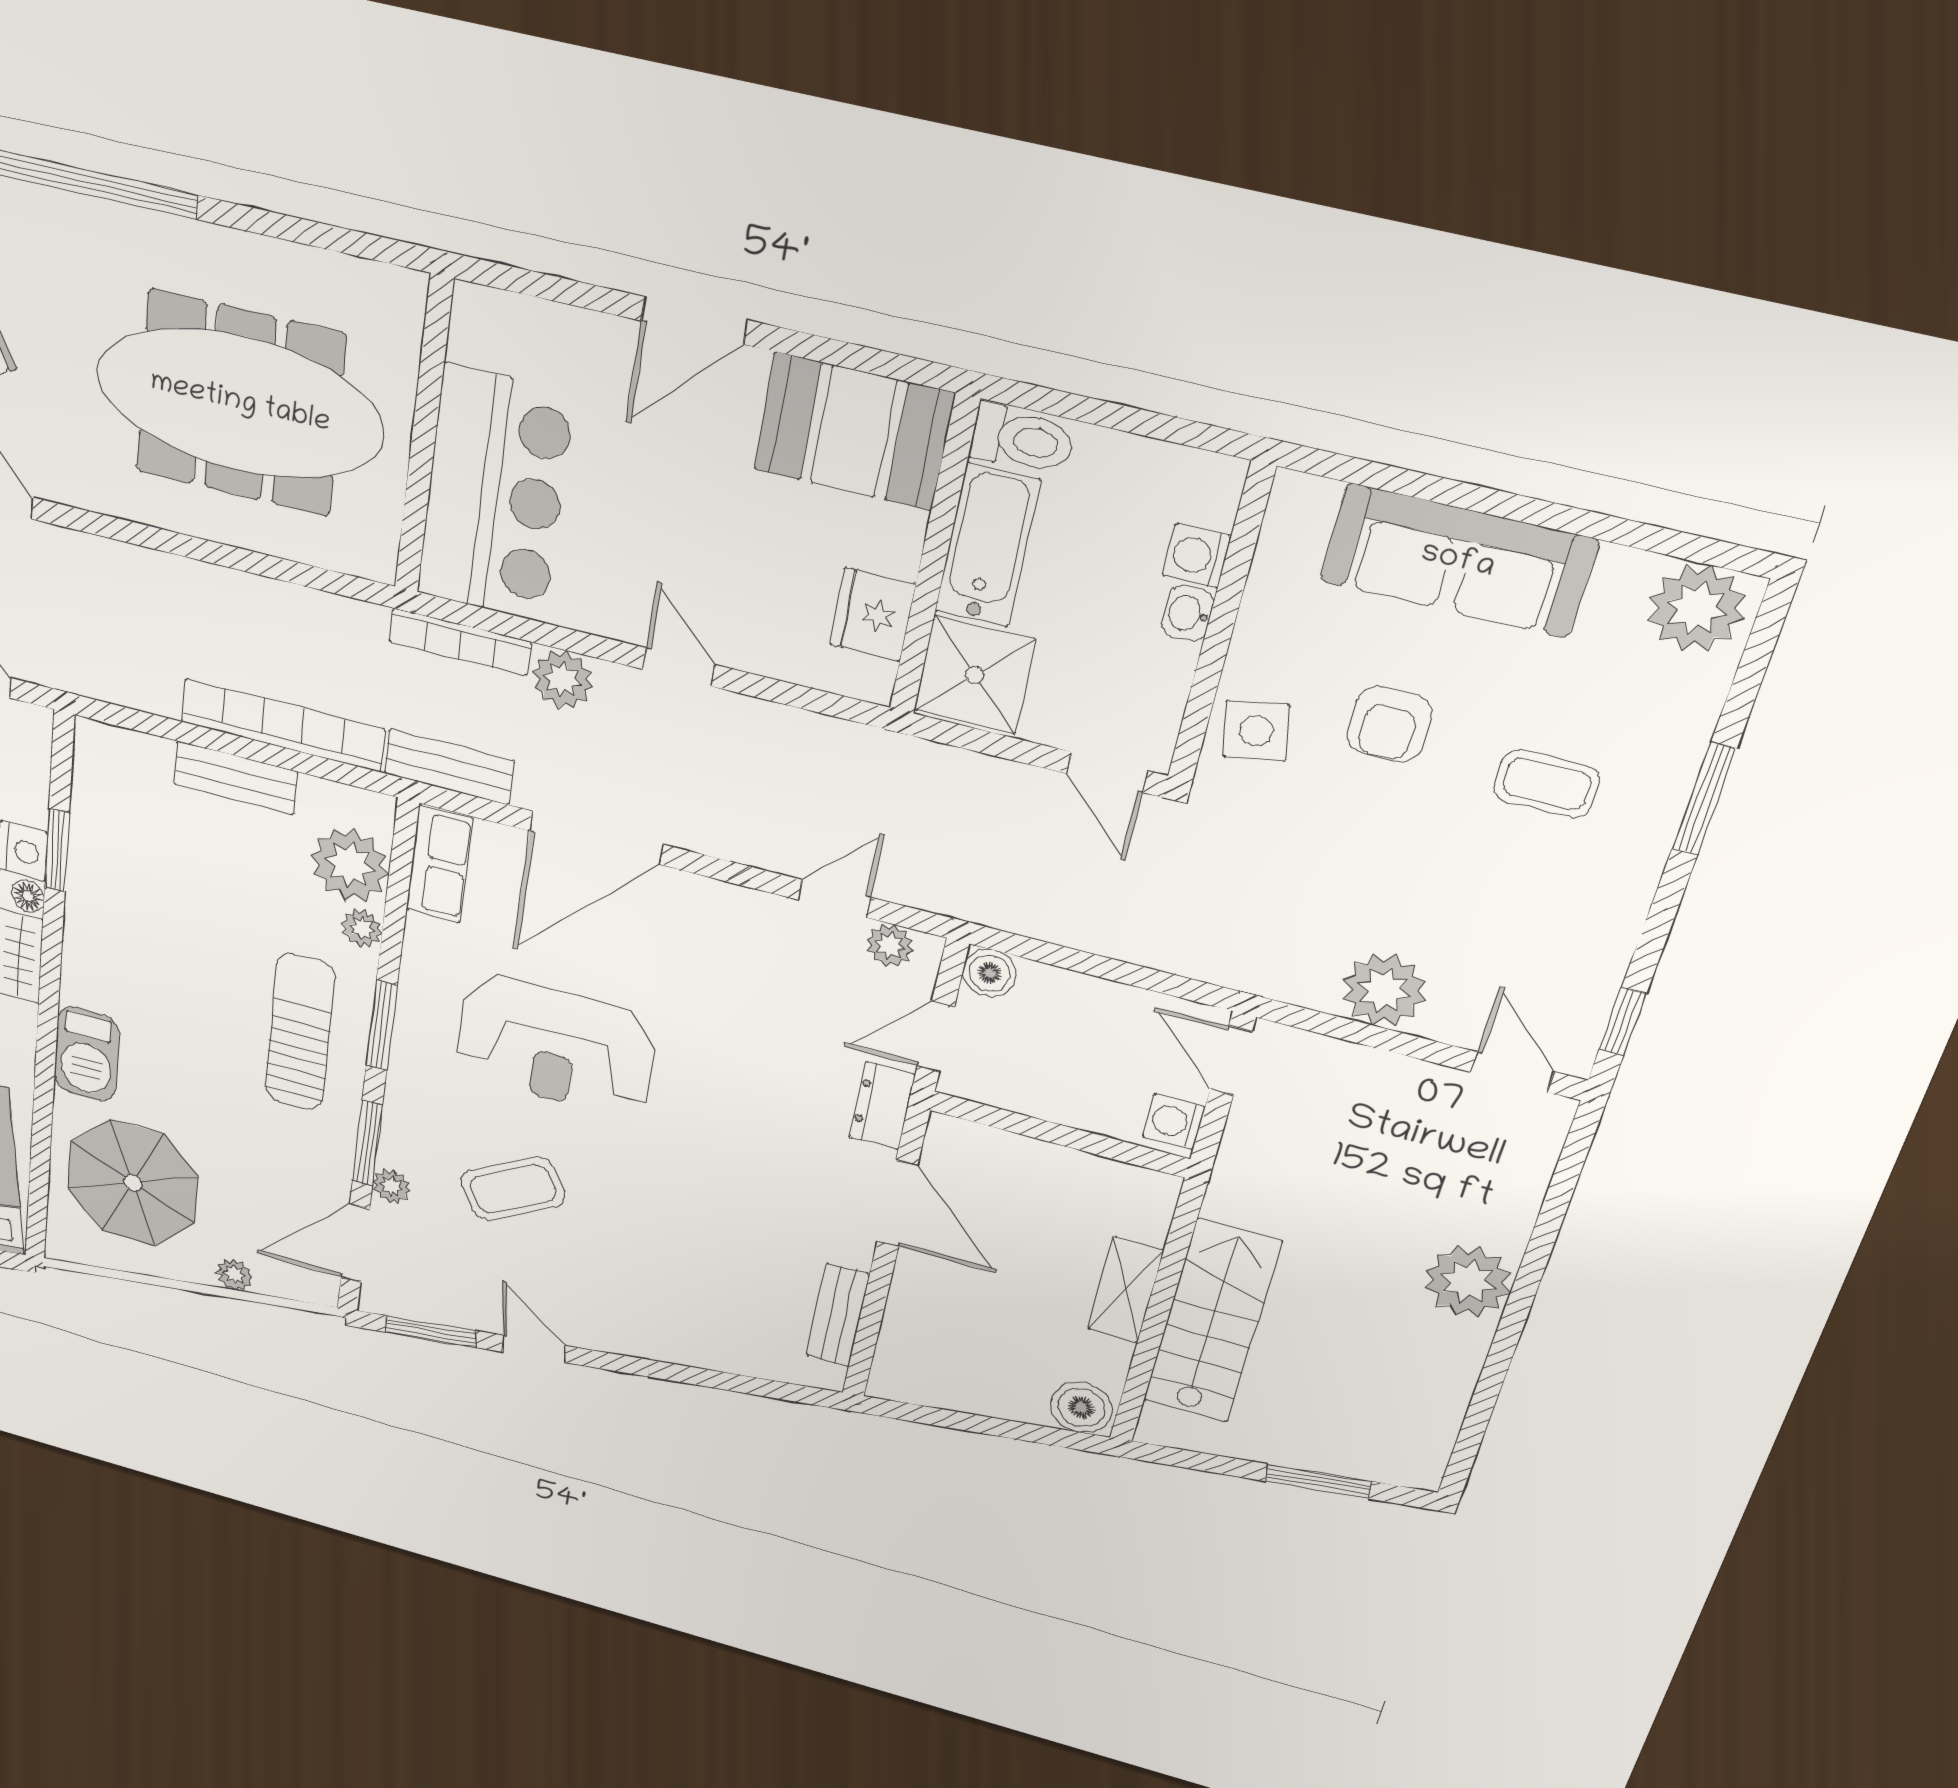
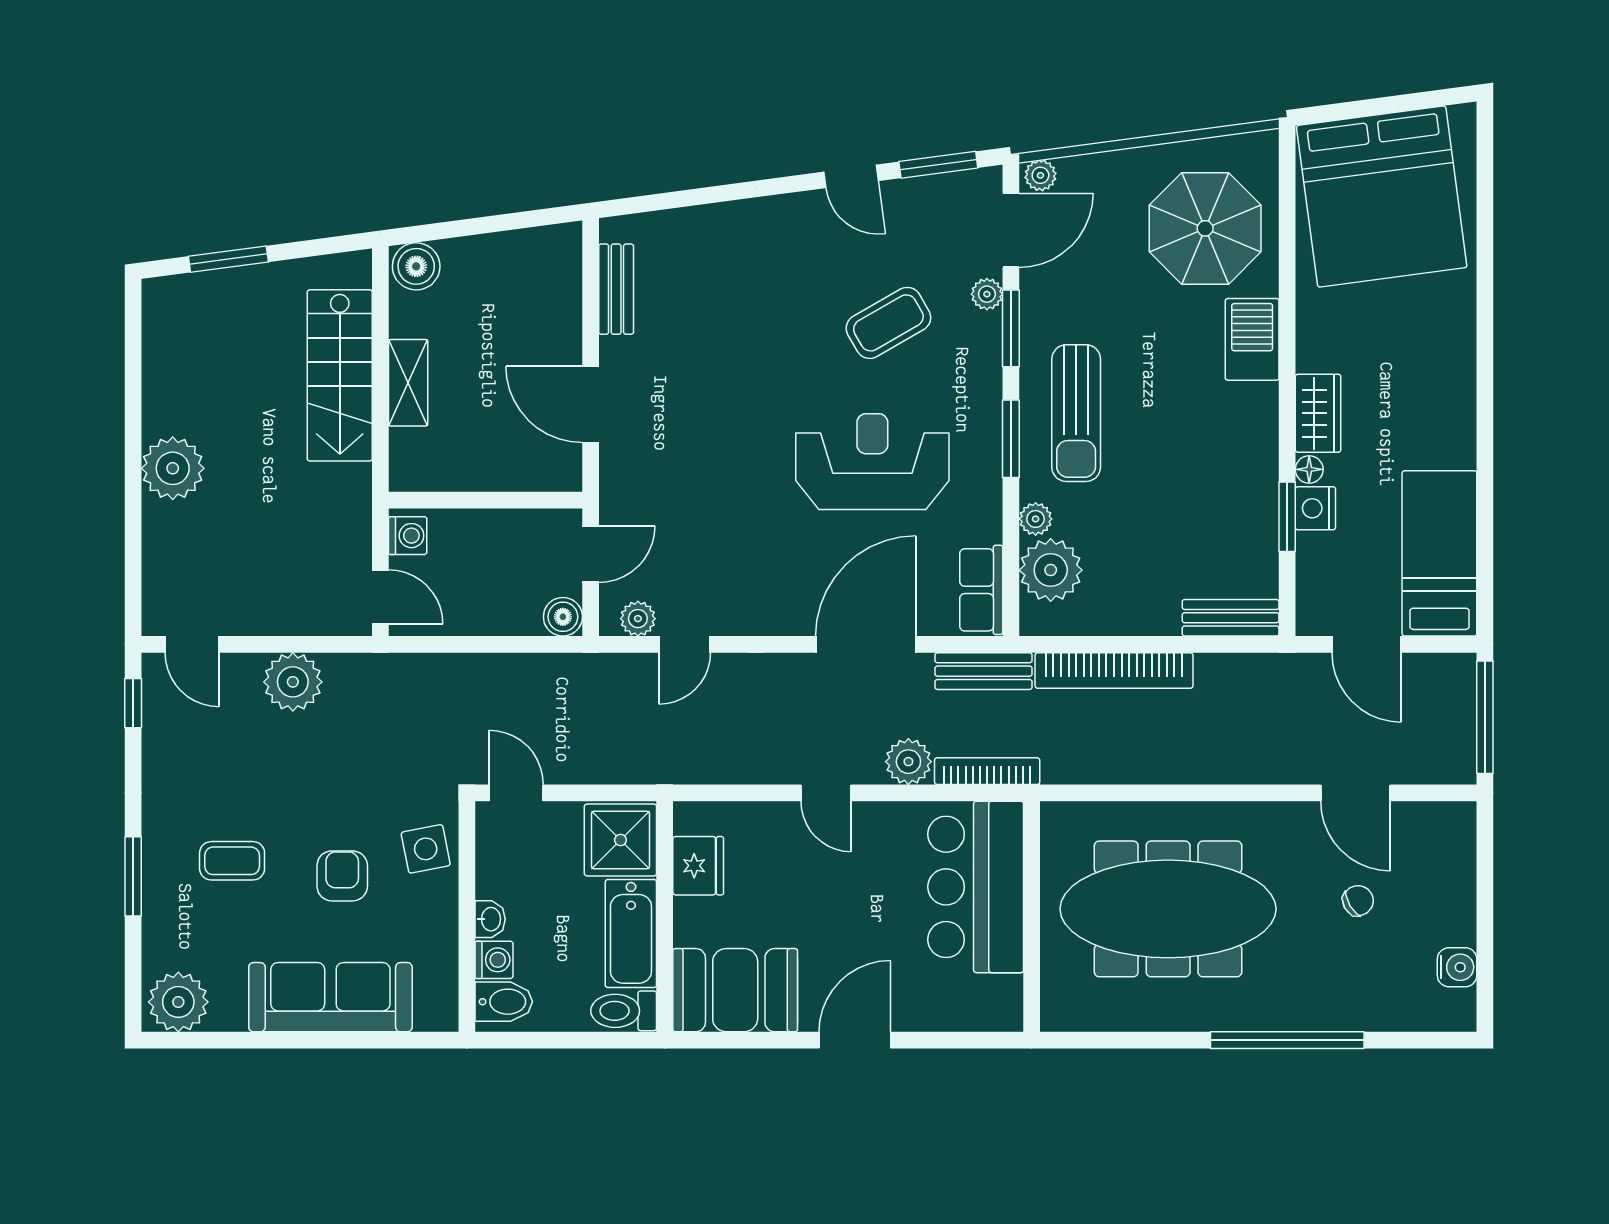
bidet: (1197, 493) -> (504, 1002), added
bench: (235, 778) -> (1231, 618), moved
dresser: (882, 1106) -> (618, 485), removed
plant: (234, 1274) -> (1040, 175), moved

